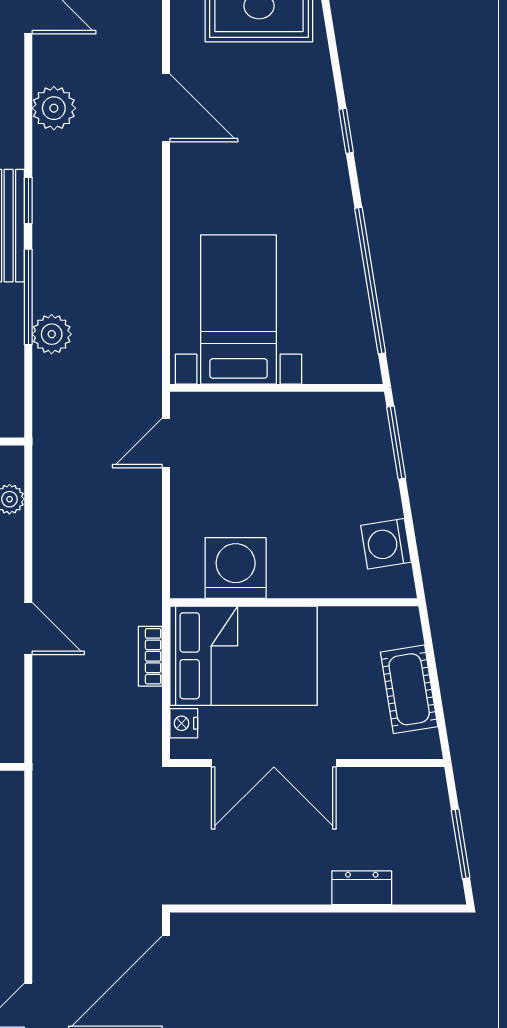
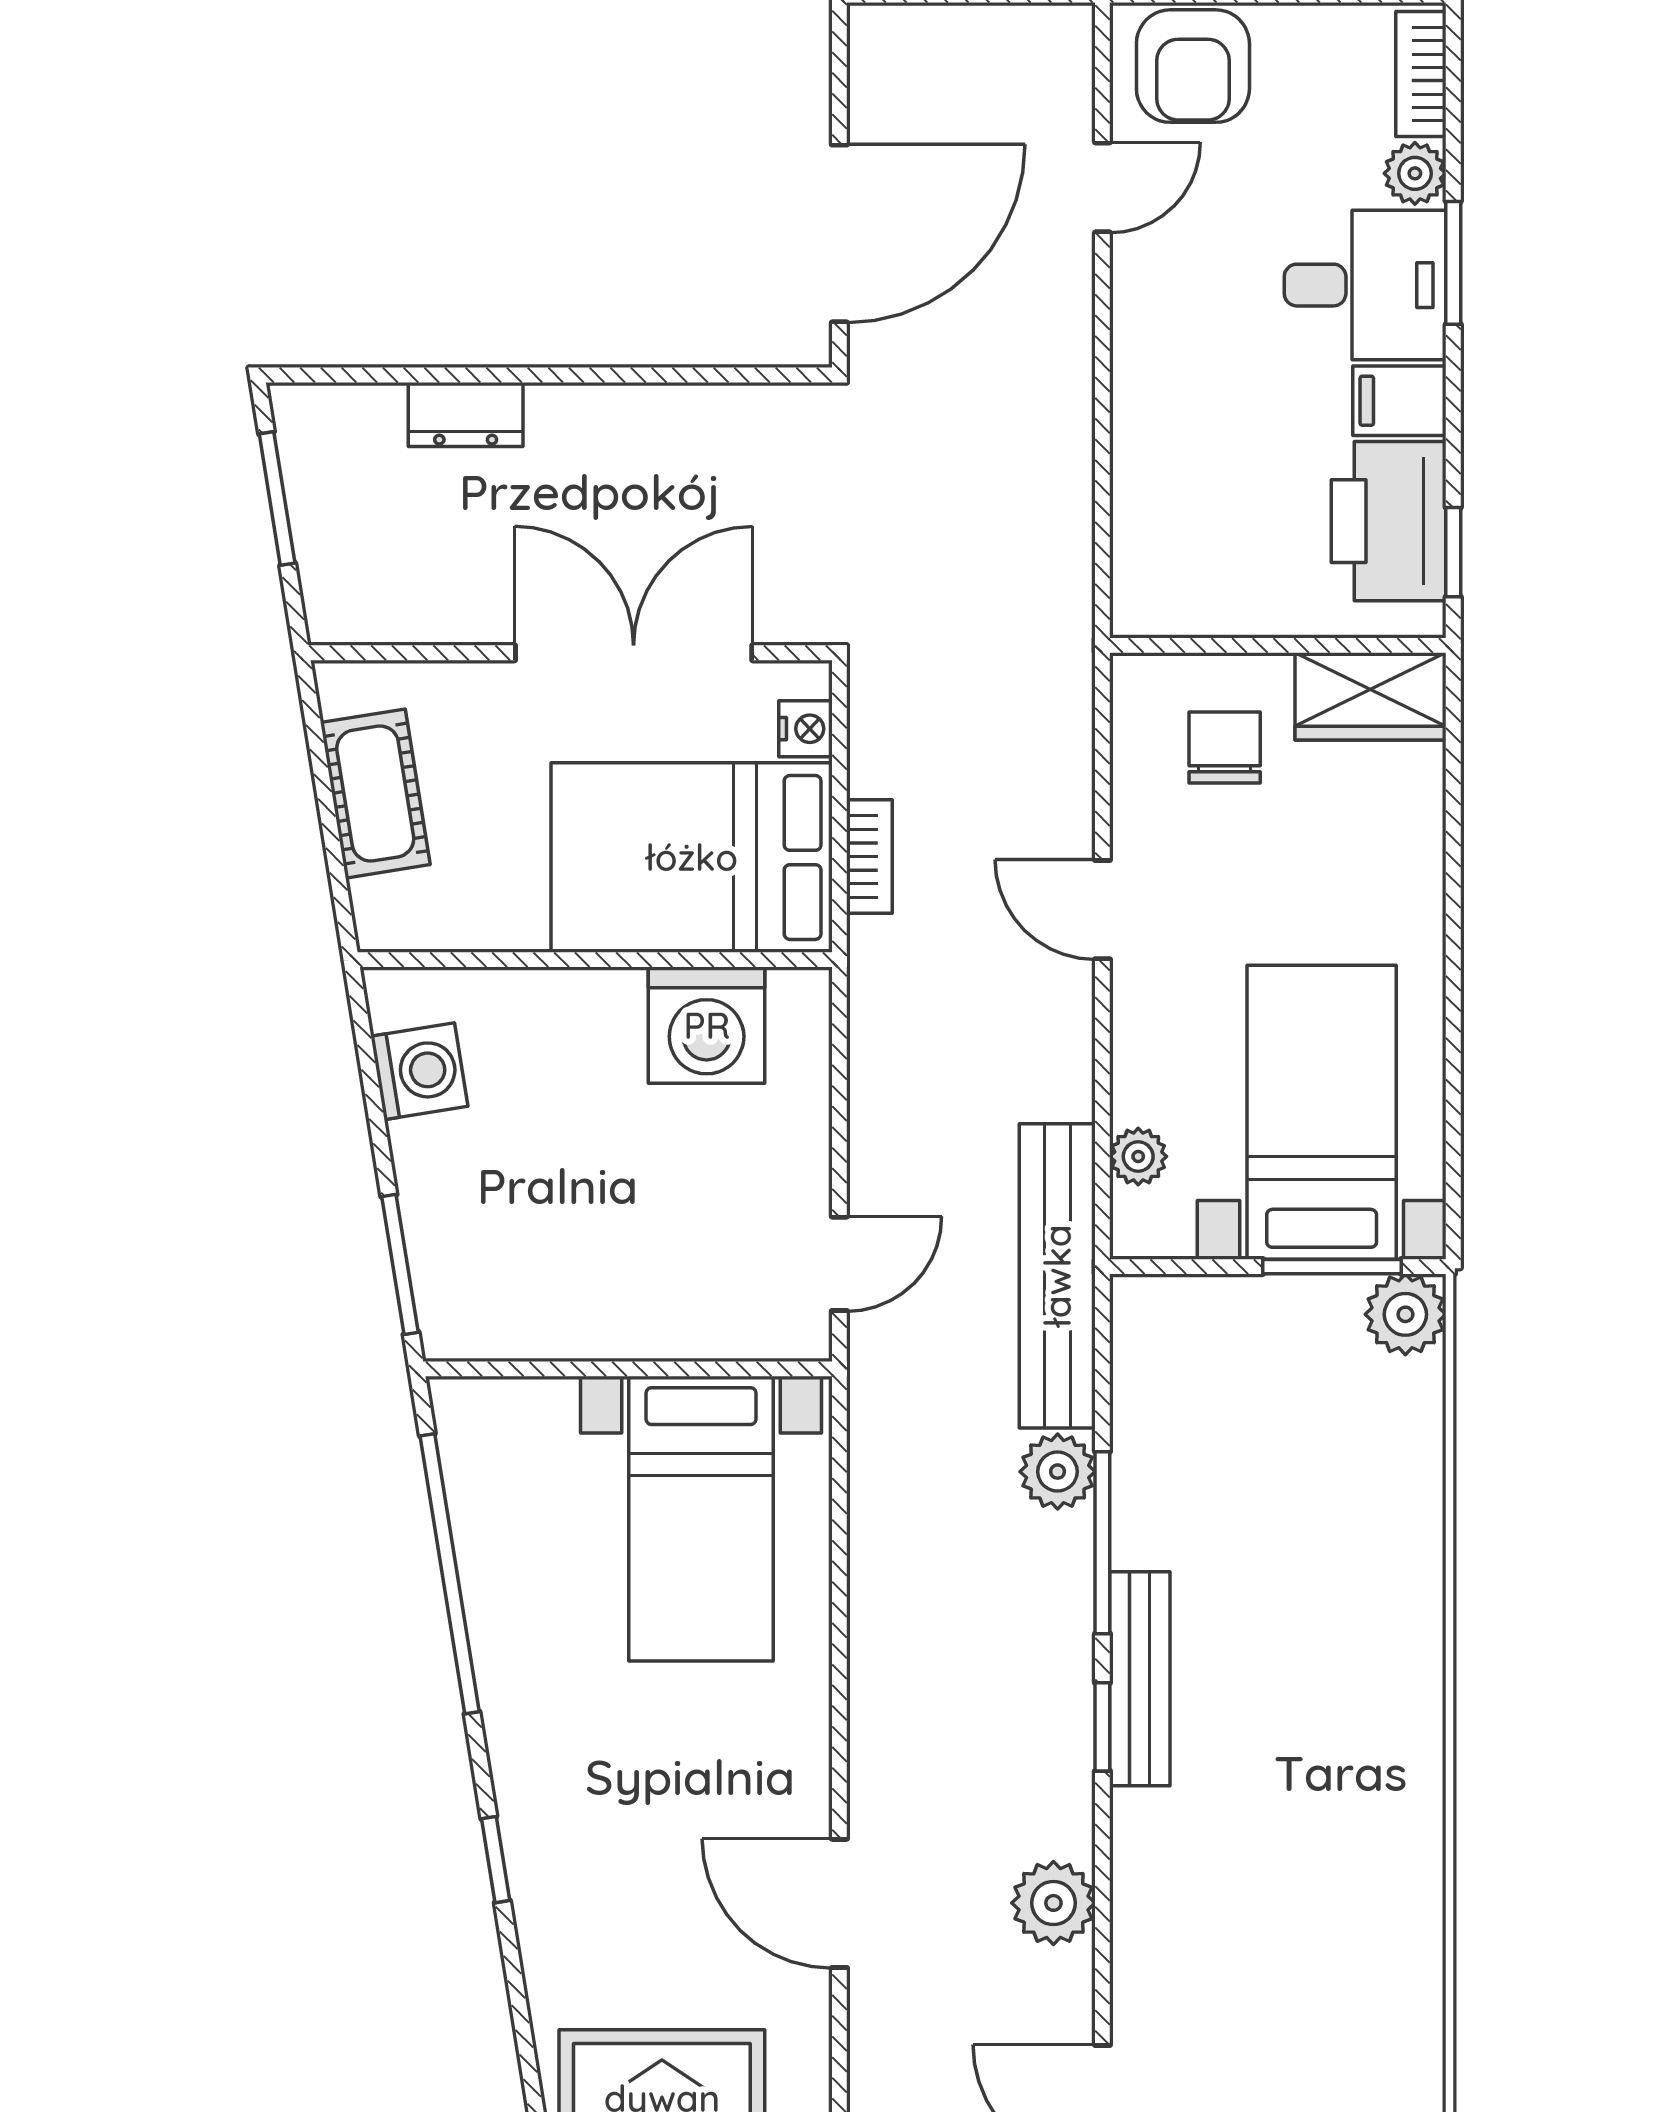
bench: (52, 437) -> (1057, 1276), added

